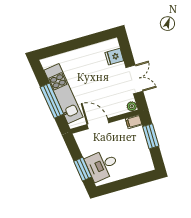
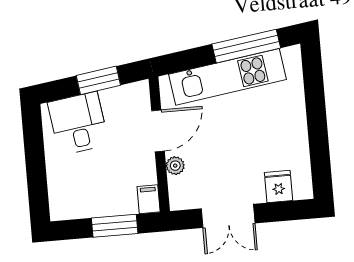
window: (52, 101) -> (246, 46), moved
plant: (132, 106) -> (175, 166), moved
window: (83, 169) -> (98, 80), moved

